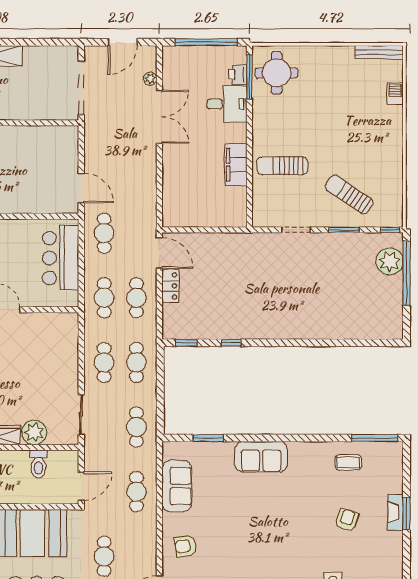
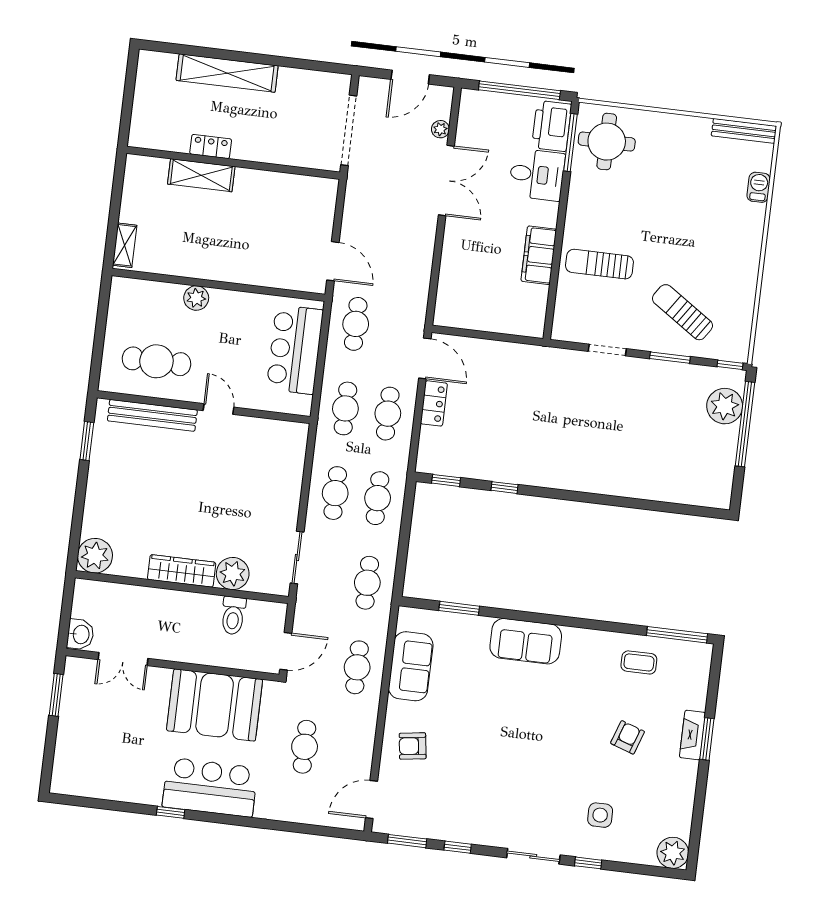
printer: (238, 75) -> (552, 126), width x1.87, depth x1.48

